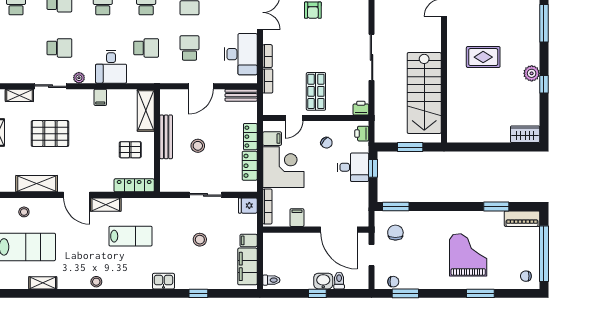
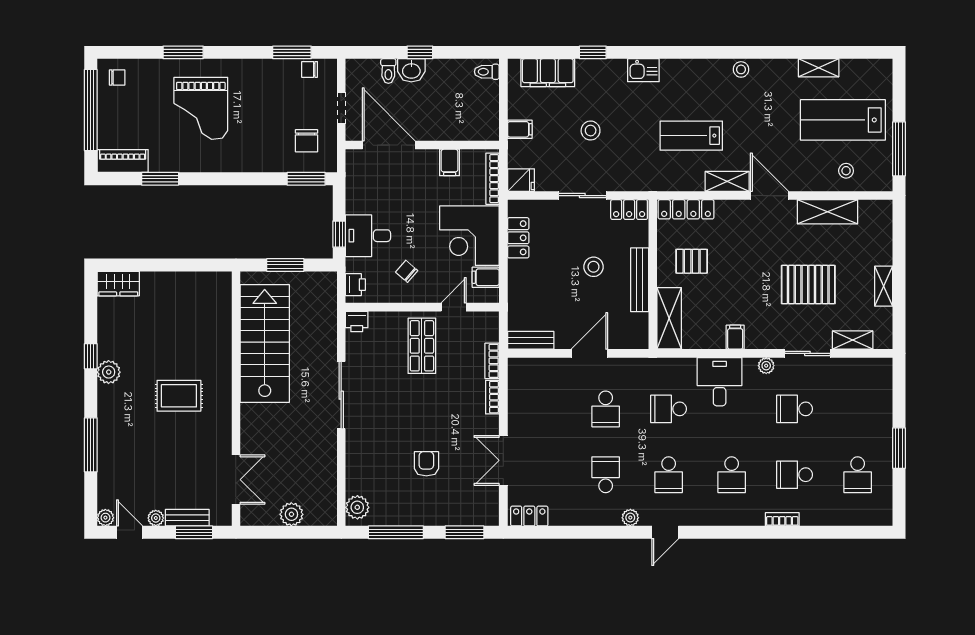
desk: (241, 54) -> (531, 400), removed
locker: (250, 137) -> (629, 210), moved, turned 90
filing cabinet: (247, 266) -> (548, 73), moved, turned 90

